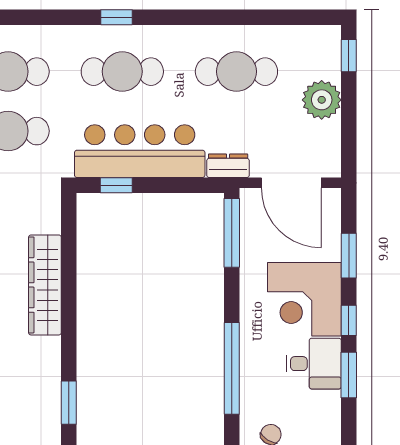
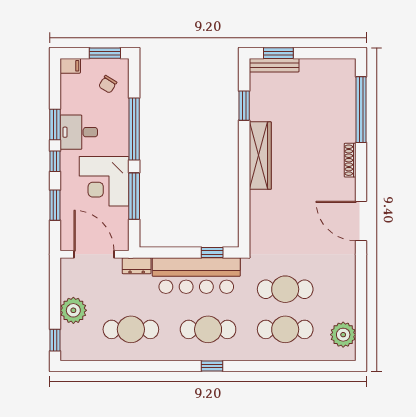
window: (232, 233) -> (134, 196), moved
wardrobe: (45, 285) -> (260, 156), moved
corner desk: (304, 299) -> (104, 181), moved, turned 180

